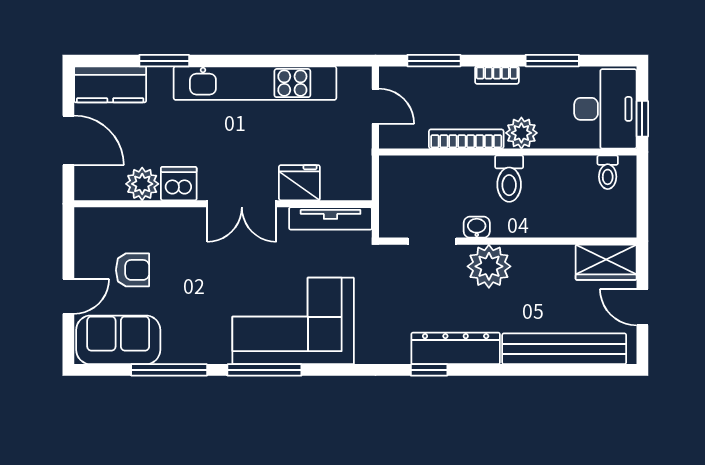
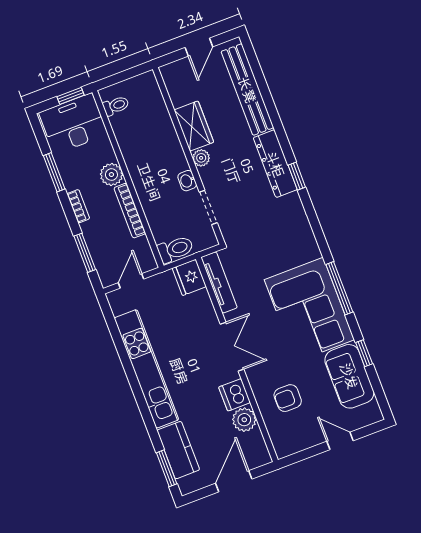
window: (164, 61) -> (167, 468), moved
kitchen counter: (110, 84) -> (178, 450), moved
toilet: (509, 179) -> (175, 249), moved
fridge: (299, 183) -> (189, 277), moved
wardrobe: (606, 262) -> (194, 126), moved
plant: (489, 266) -> (201, 158), width x0.53, depth x0.53
armchair: (133, 270) -> (288, 398), moved, turned -90
corner sofa: (293, 321) -> (309, 310), moved
sofa: (118, 340) -> (349, 376), moved
window: (169, 370) -> (364, 353), width x0.46

